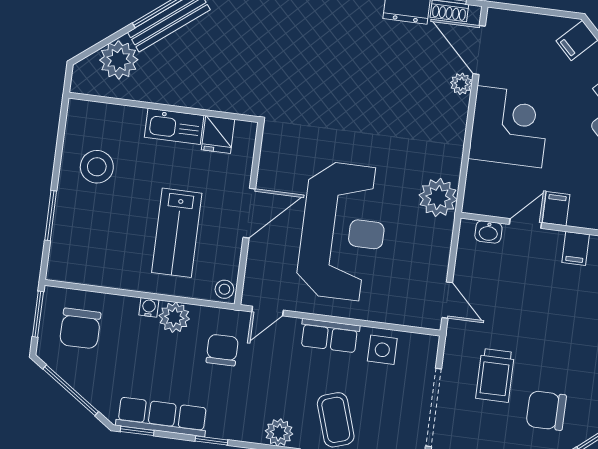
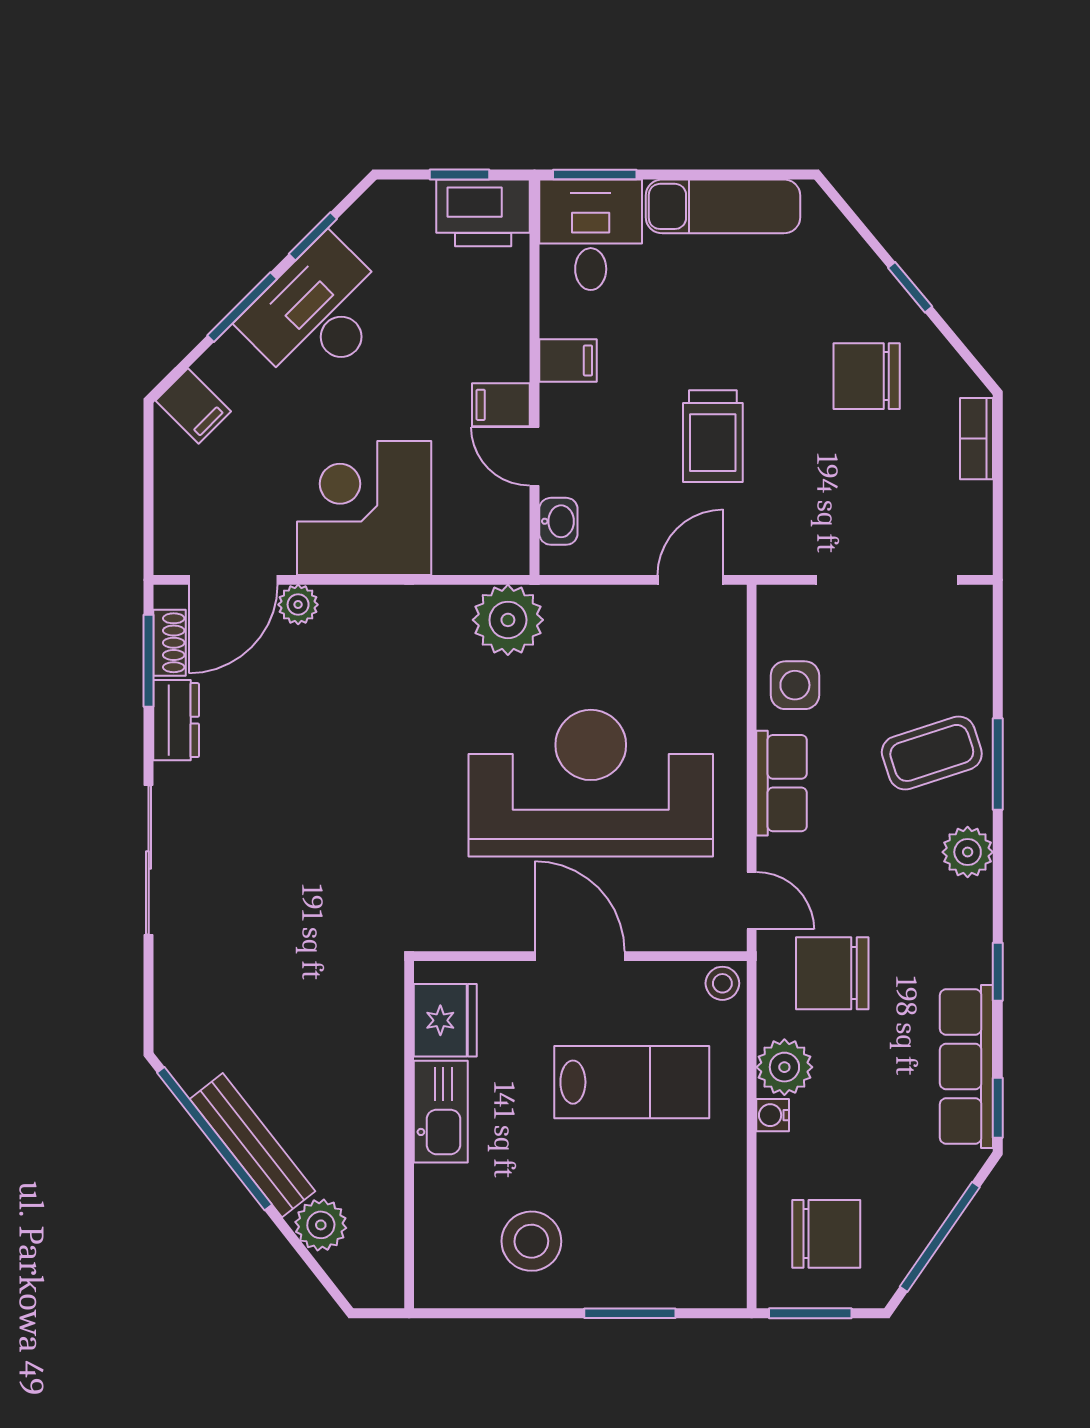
plant: (119, 60) -> (321, 1225), width x0.73, depth x0.73
fridge: (218, 134) -> (445, 1020), width x1.38
chair: (222, 350) -> (832, 973), width x1.37, depth x1.37
trolley: (495, 375) -> (713, 436), moved, turned 90
chair: (546, 411) -> (867, 376), turned 90

